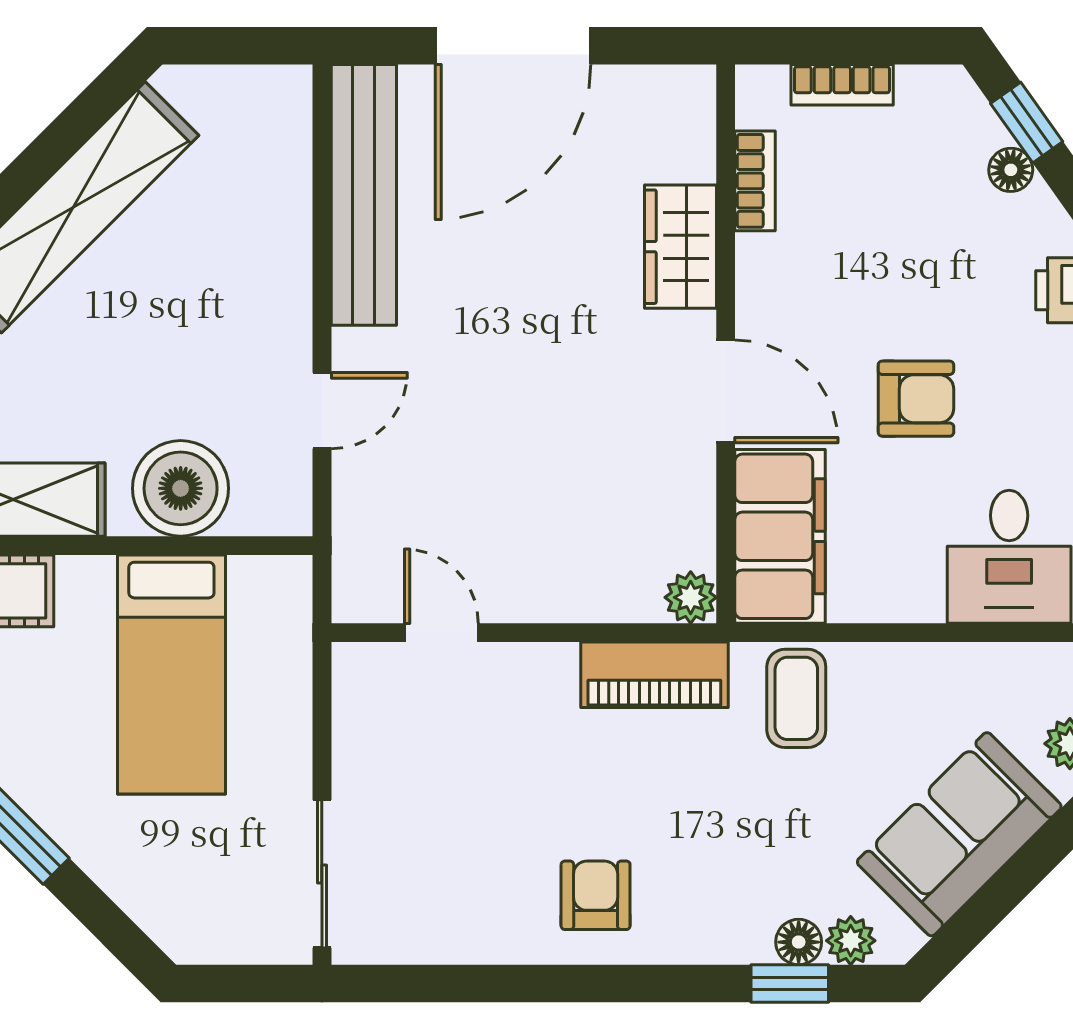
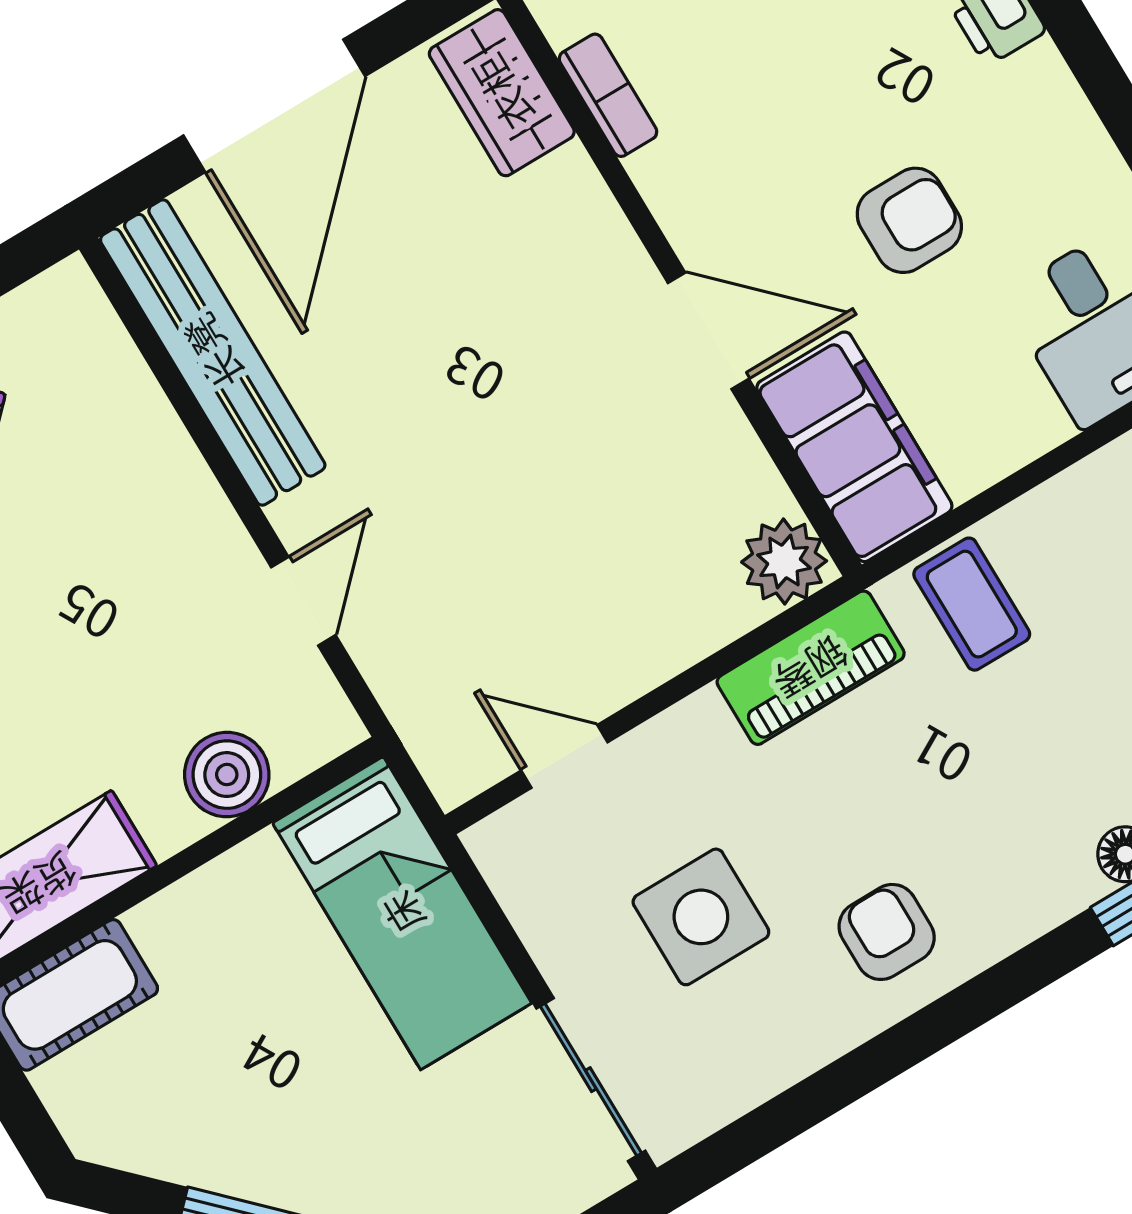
wardrobe: (681, 247) -> (502, 93), moved
boiler: (181, 488) -> (227, 775), width x0.73, depth x0.73
plant: (691, 597) -> (784, 562), width x1.38, depth x1.38
bed: (171, 675) -> (402, 913), moved
side table: (470, 805) -> (701, 917), added

